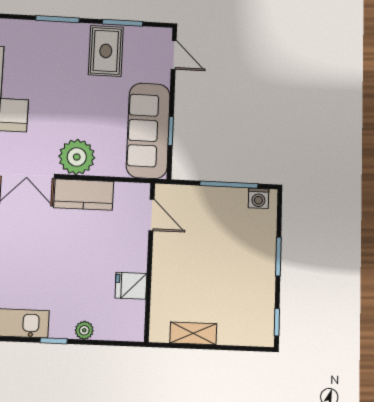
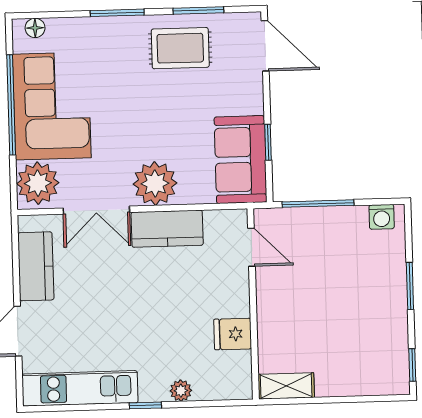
rug: (106, 51) -> (180, 48), turned 90
door: (174, 55) -> (265, 46), width x1.38
sofa: (148, 131) -> (241, 160), width x0.73
window: (229, 185) -> (318, 204), moved
shelving: (193, 333) -> (286, 386), moved

